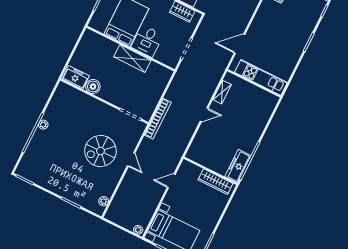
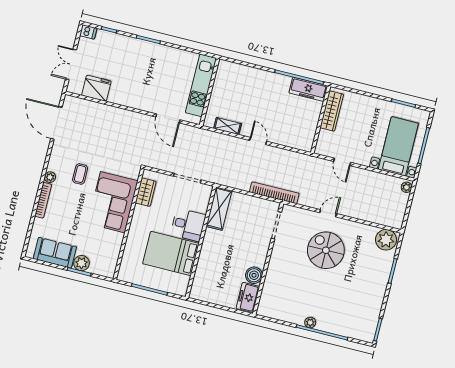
shelving: (132, 59) -> (219, 209), moved
spiral stairs: (101, 151) -> (326, 250), turned 180
plant: (104, 201) -> (386, 240), width x1.88, depth x1.88

